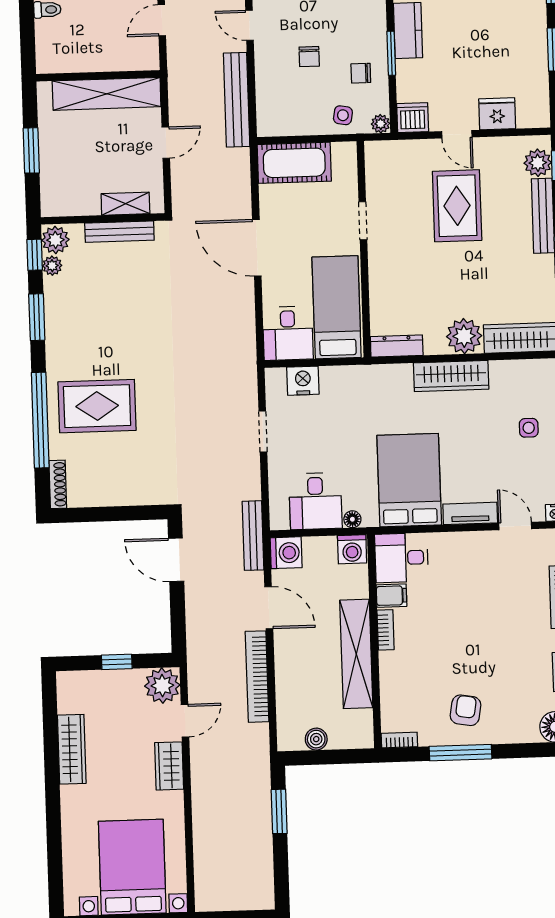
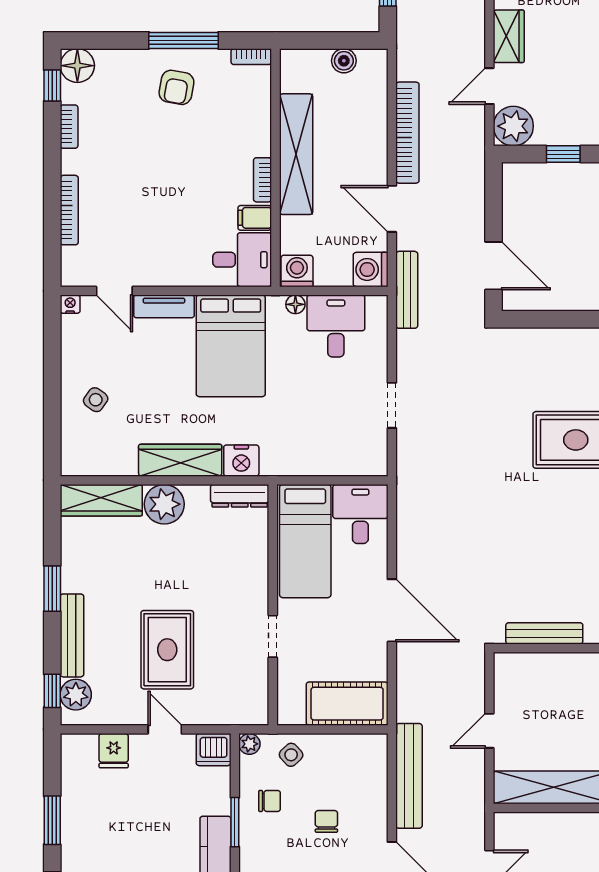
fridge: (497, 114) -> (114, 751), width x0.72
side table: (343, 115) -> (291, 755), turned 37
shelving: (125, 204) -> (537, 664), removed
nightstand: (303, 381) -> (241, 461), moved
side table: (529, 428) -> (96, 400), turned 36

